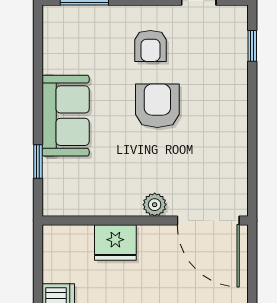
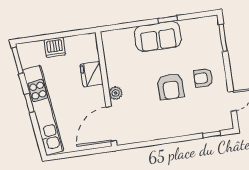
armchair: (157, 106) -> (171, 87), turned 90
window: (38, 161) -> (168, 20), moved

